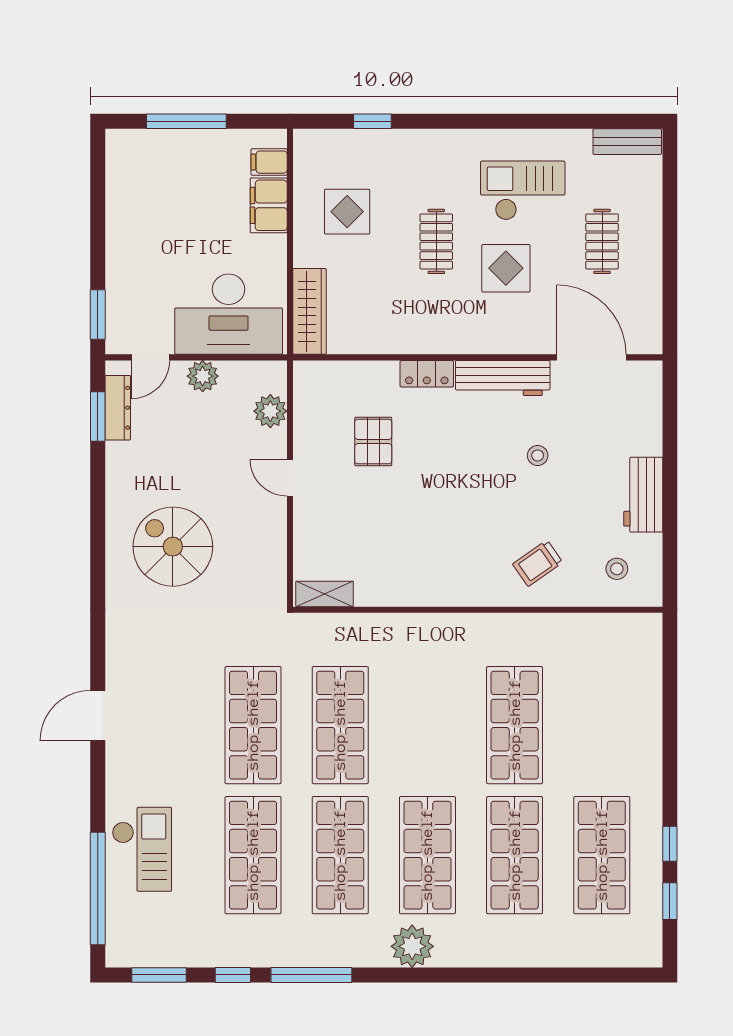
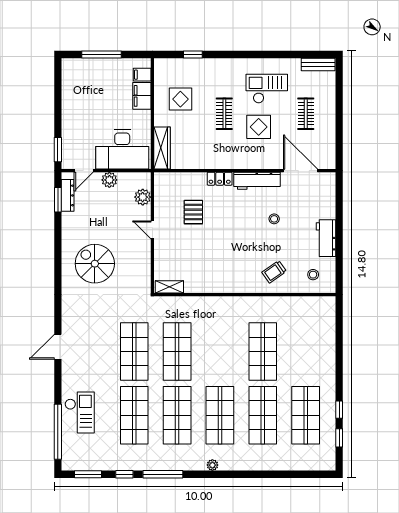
plant: (412, 946) -> (212, 465), width x0.53, depth x0.53

